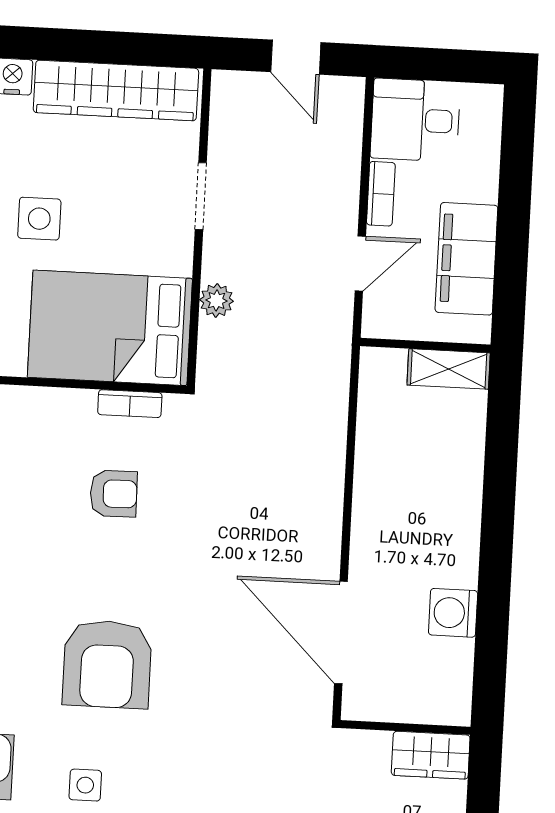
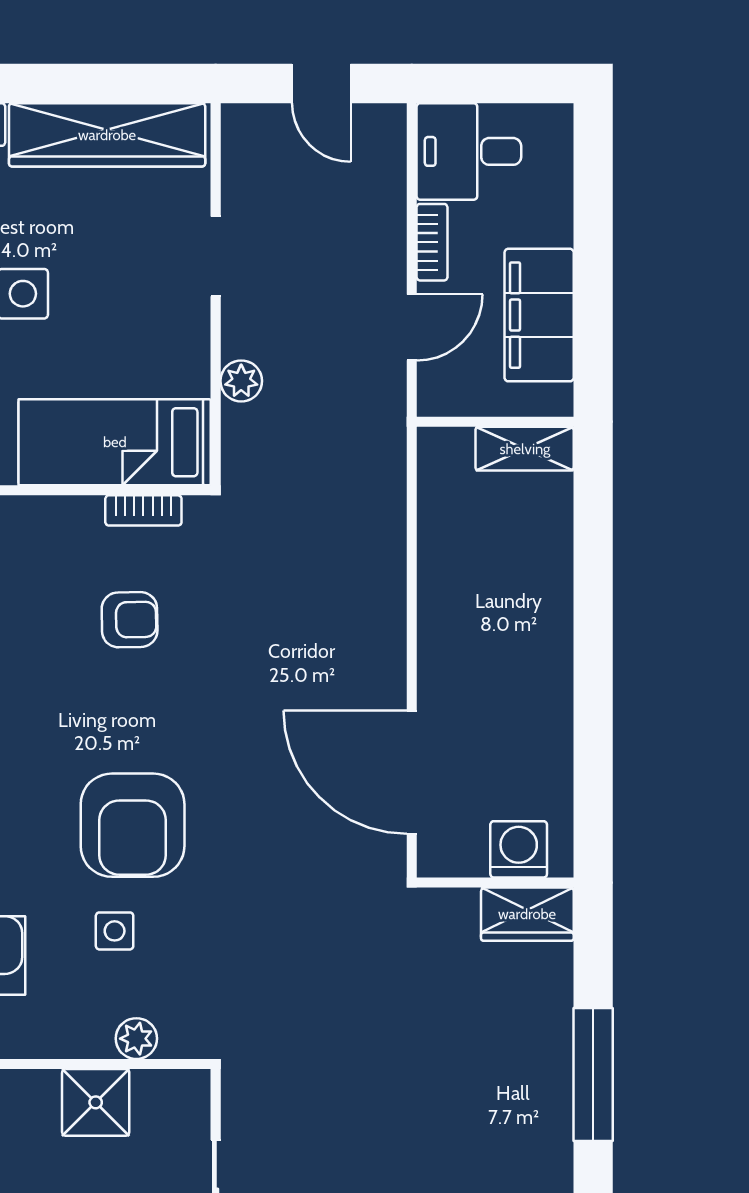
bed: (110, 328) -> (115, 442), width x0.67
washing machine: (453, 613) -> (519, 849), moved, turned 90
side table: (85, 785) -> (115, 931), moved

